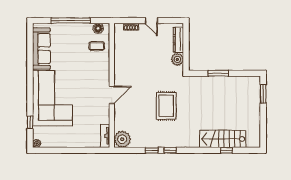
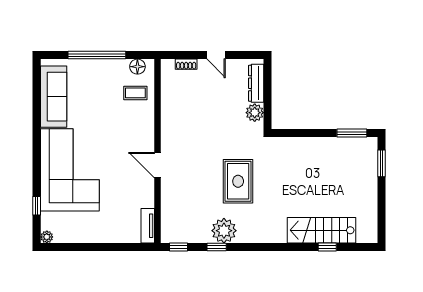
window: (218, 73) -> (352, 133), moved
door: (112, 95) -> (158, 165), swing flipped
plant: (122, 139) -> (224, 231), moved
window: (170, 150) -> (178, 247), moved

